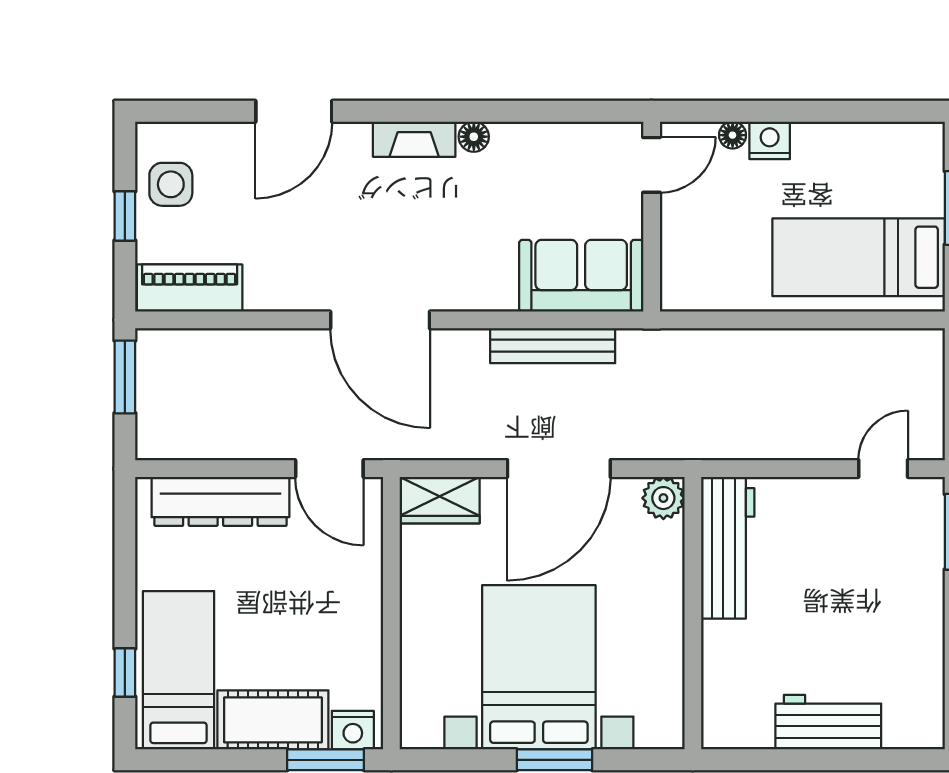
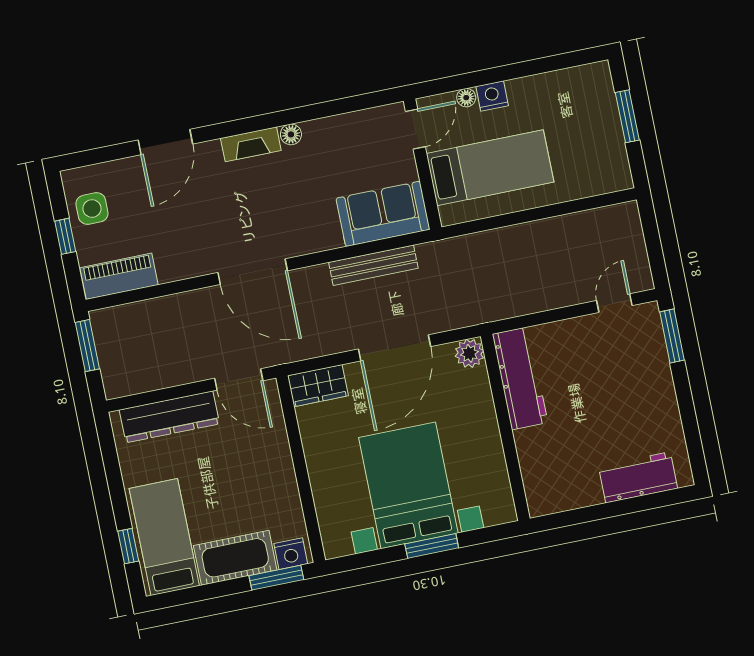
bed: (859, 257) -> (490, 168), moved, turned 180
workbench: (828, 722) -> (638, 477), moved

